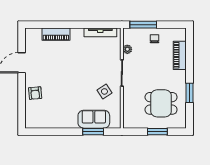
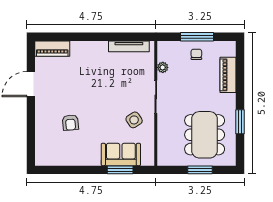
window: (143, 25) -> (197, 37), moved
piano: (56, 34) -> (52, 49), moved
armchair: (35, 93) -> (70, 123), moved
dining table: (161, 103) -> (205, 135), width x1.38

